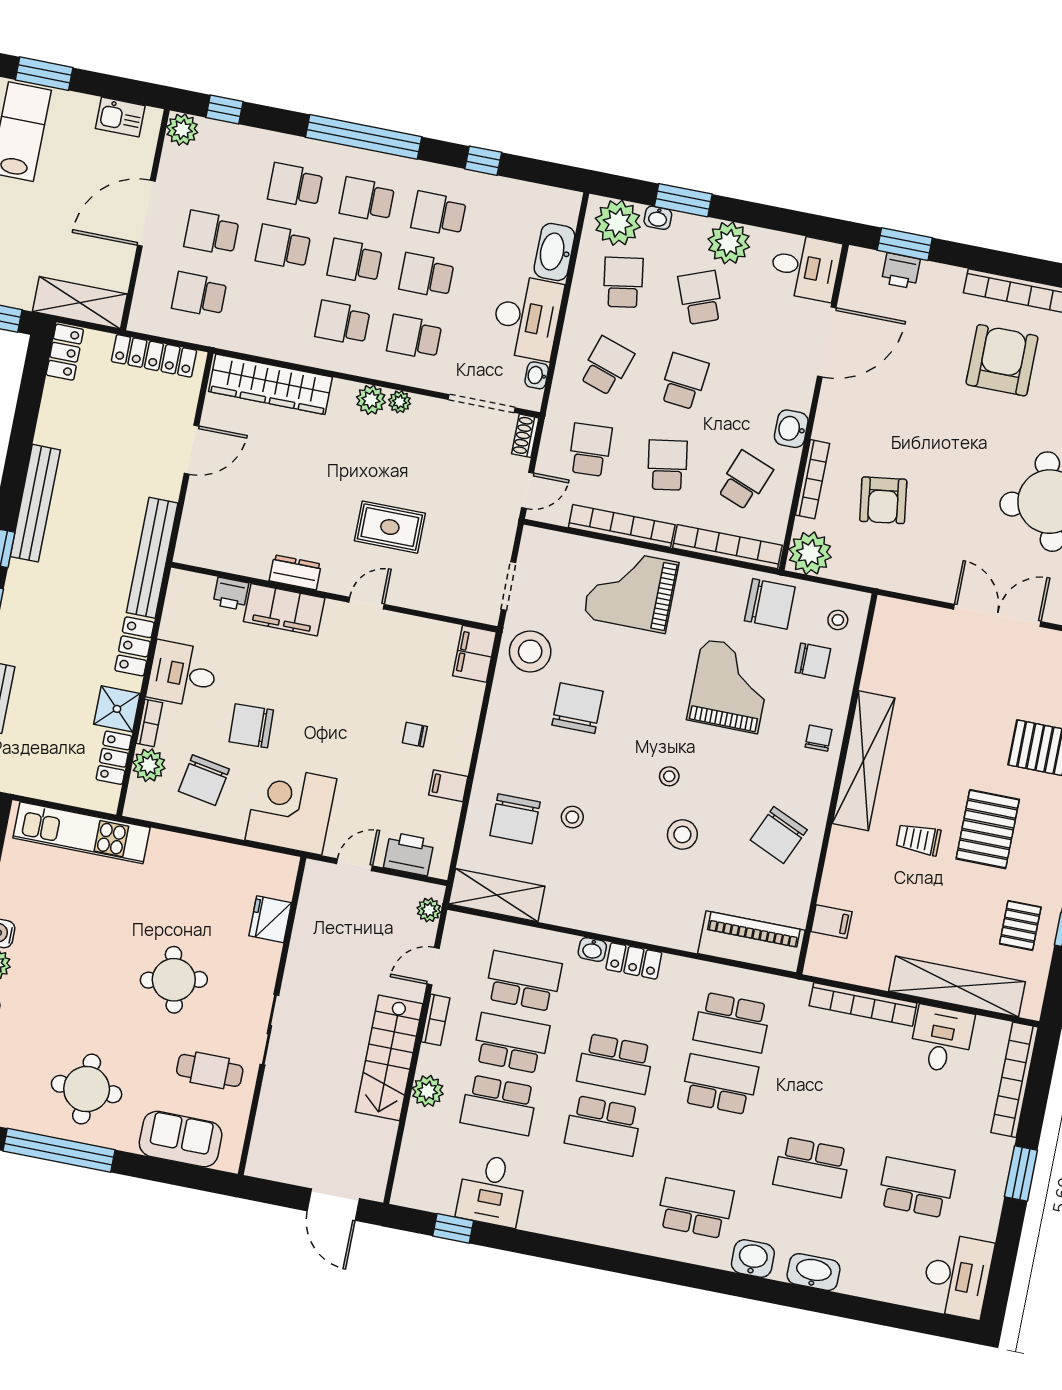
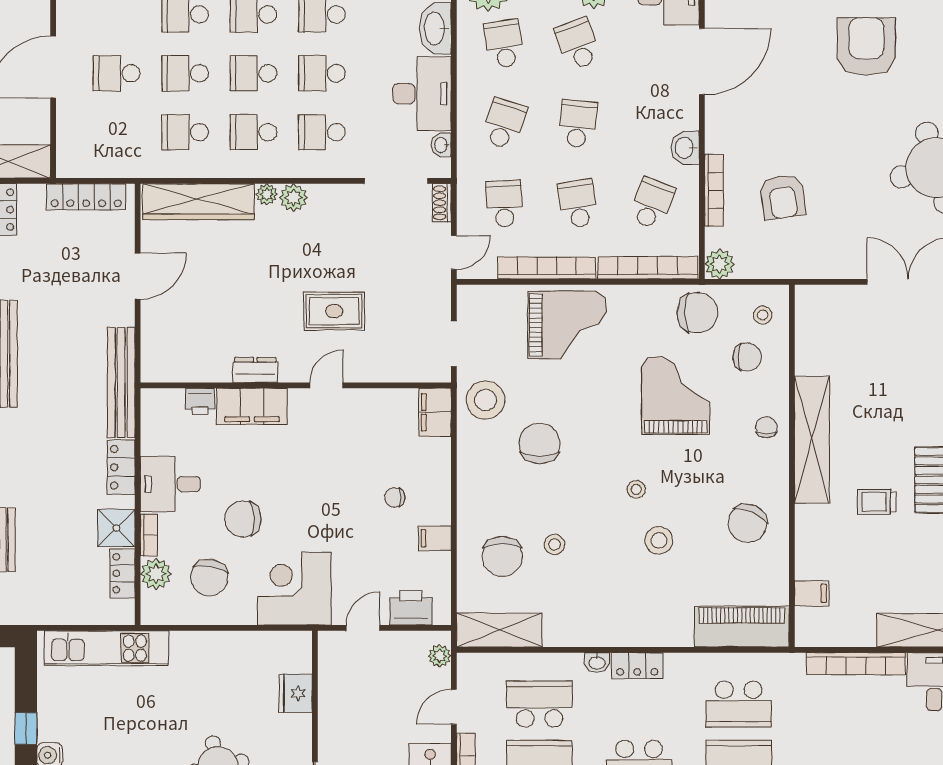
school desk: (199, 295) -> (185, 132), moved
plant: (400, 402) -> (267, 194), moved
plant: (810, 553) -> (720, 264), width x0.73, depth x0.73
grand piano: (631, 590) -> (567, 325), turned 180

